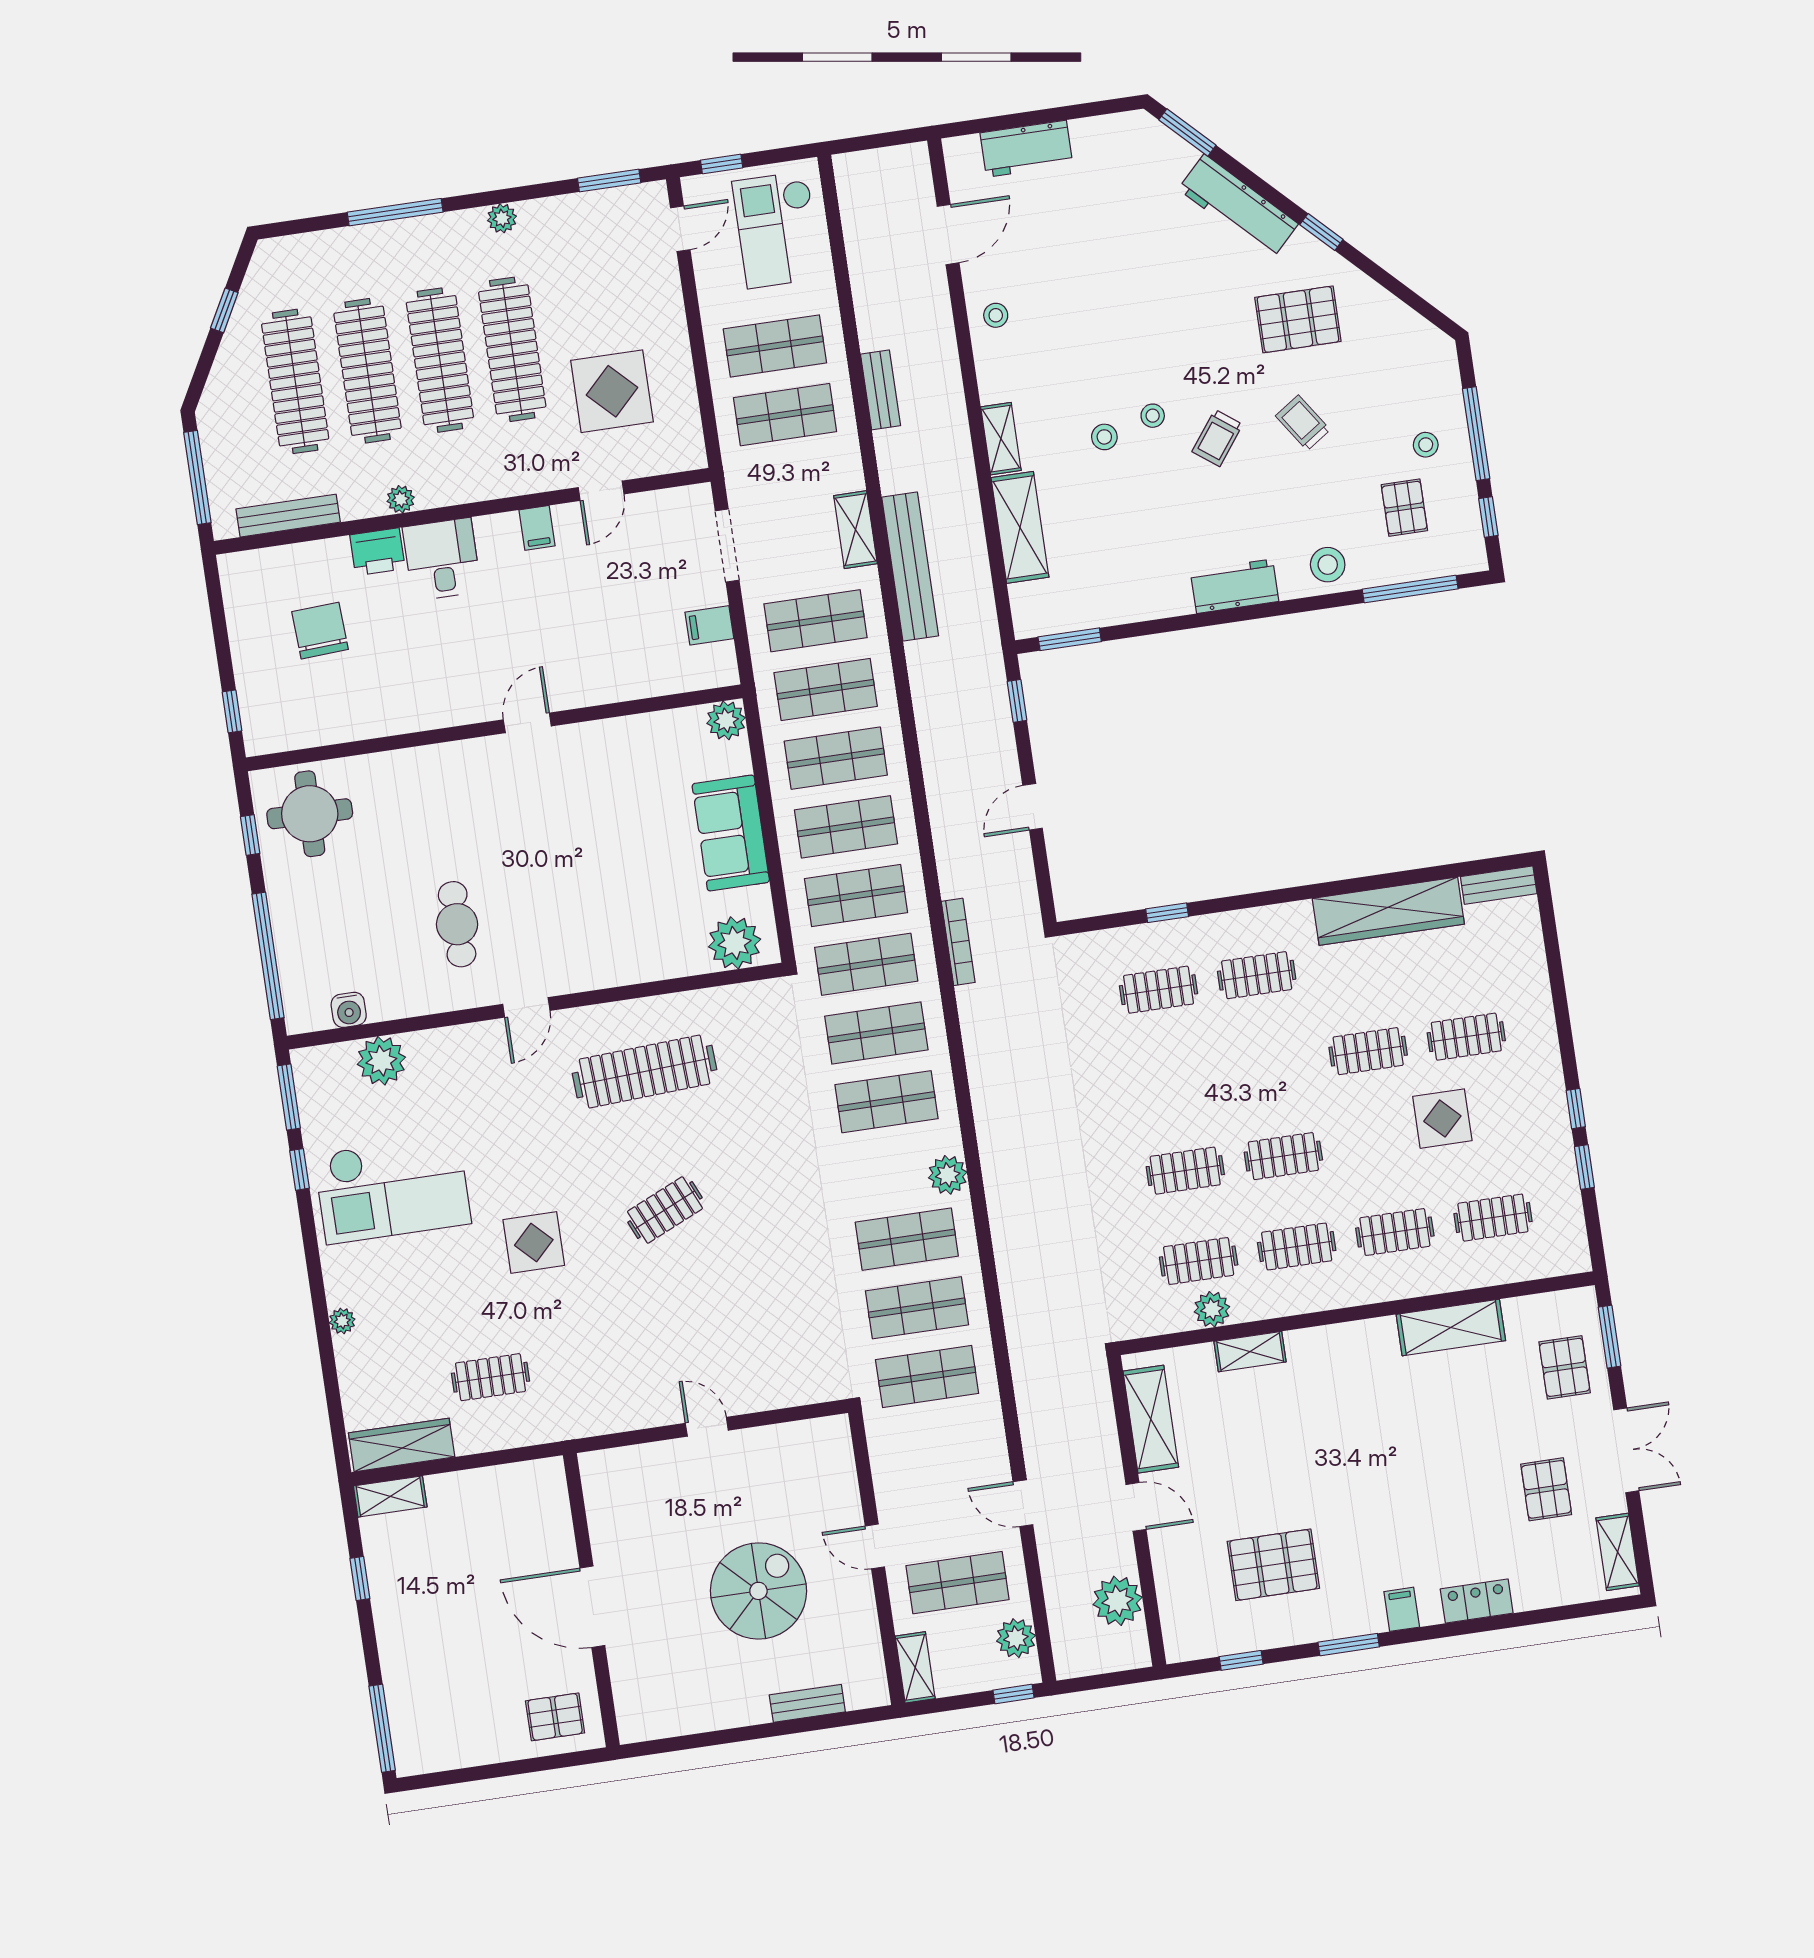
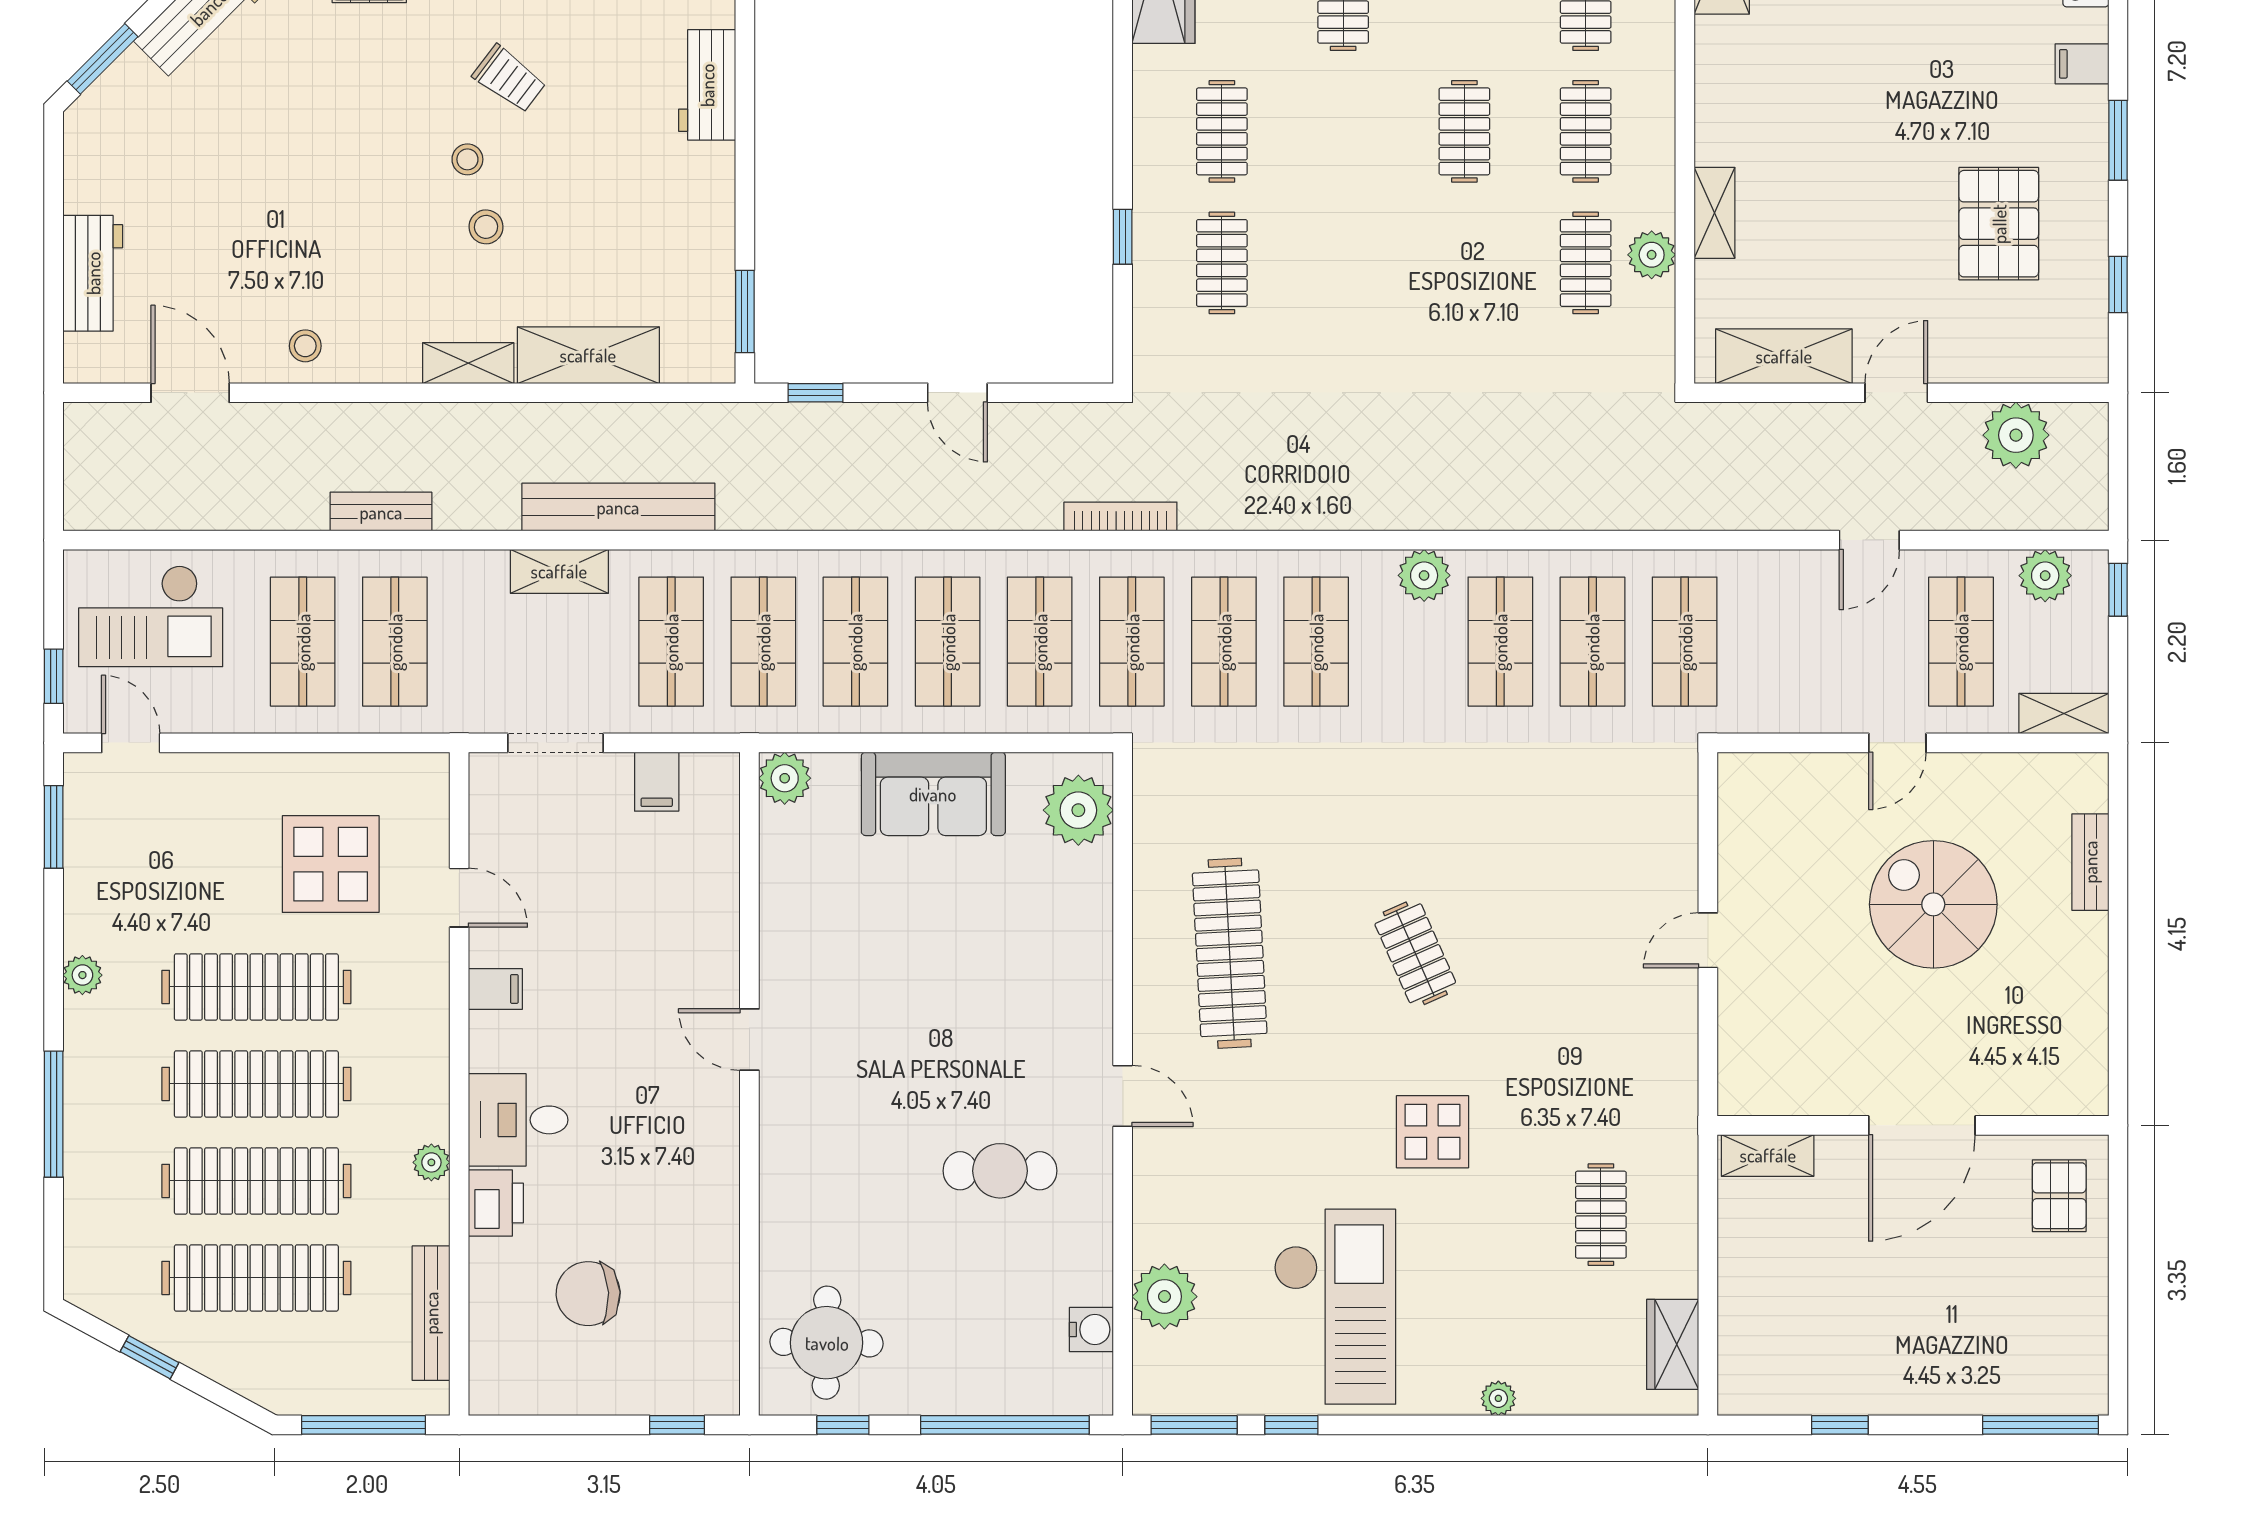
clothes rail: (1185, 1171) -> (1464, 263), removed
wardrobe: (402, 1445) -> (1673, 1344), width x0.67
shelving: (390, 1496) -> (1768, 1155), moved, turned 90

